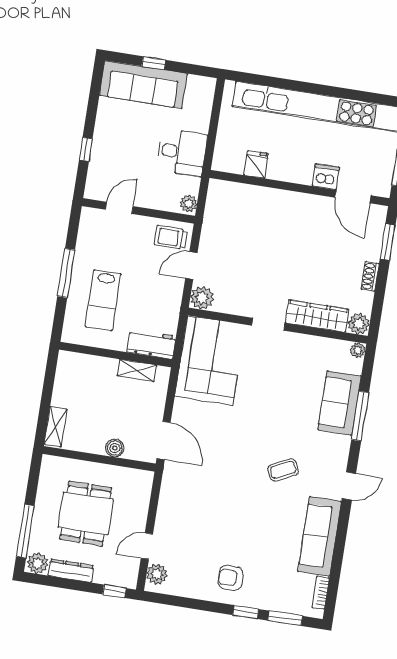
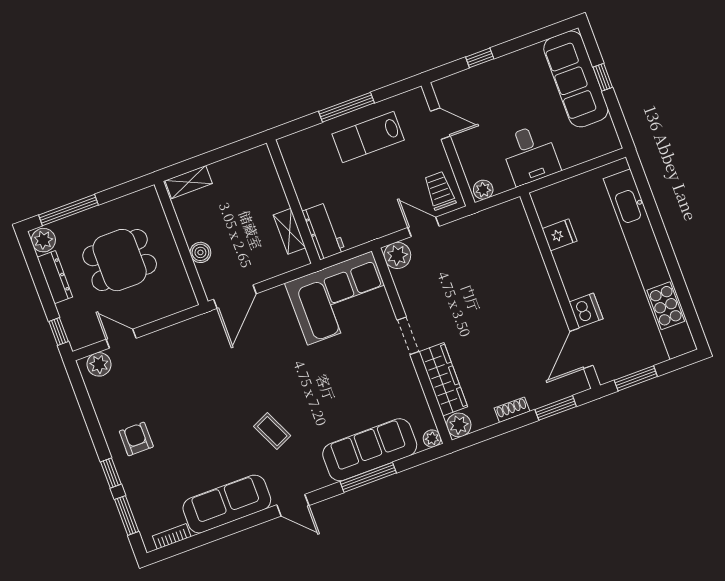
lab bench: (103, 300) -> (368, 137), moved
sofa: (340, 403) -> (370, 450), width x1.36

